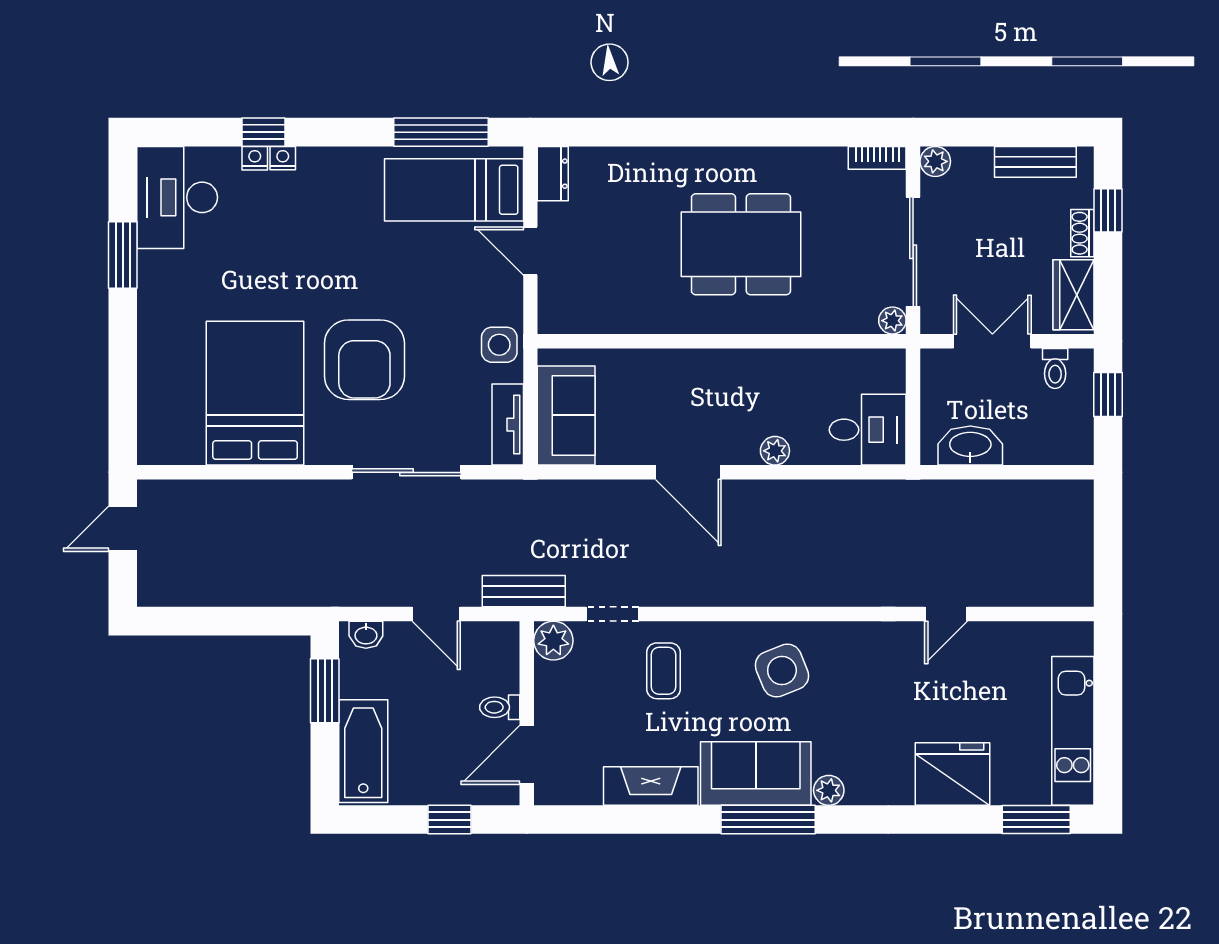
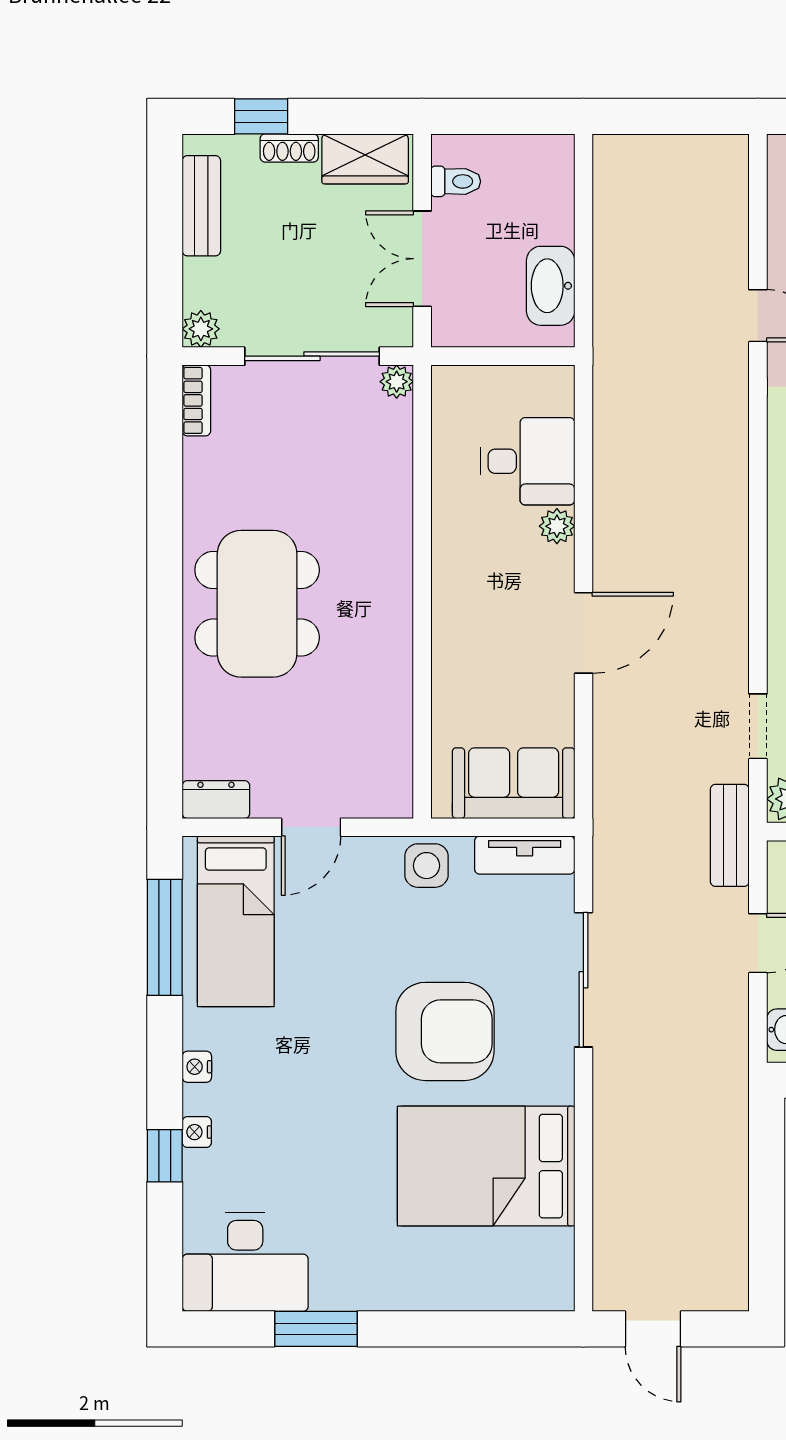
nightstand: (255, 158) -> (197, 1067), moved
dining table: (741, 244) -> (257, 604), moved
window: (1108, 395) -> (488, 116), removed
desk: (868, 430) -> (528, 461), moved, turned 90

